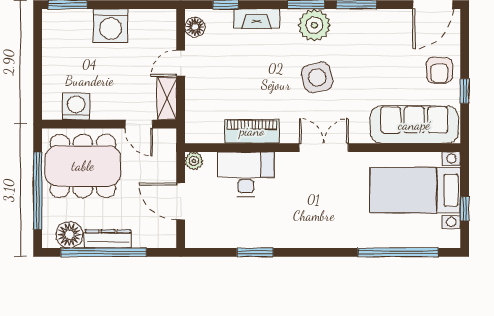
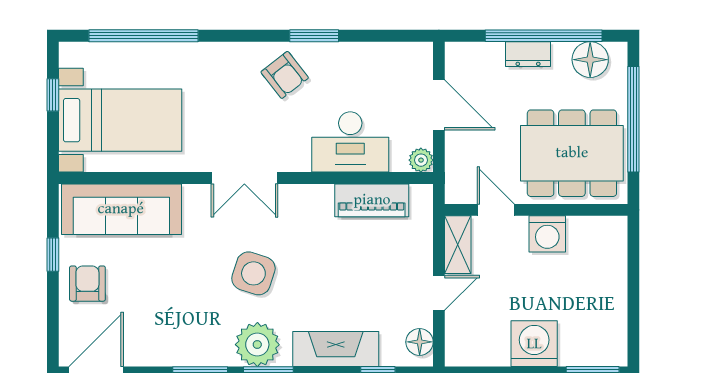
fireplace: (257, 19) -> (336, 349), width x1.37, depth x1.32
side table: (317, 77) -> (253, 273), turned 31
washing machine: (76, 107) -> (547, 234), moved
piano: (252, 131) -> (372, 200), moved
armchair: (294, 223) -> (285, 75), added
dresser: (108, 239) -> (528, 54), width x0.70
window: (255, 252) -> (314, 36), moved

